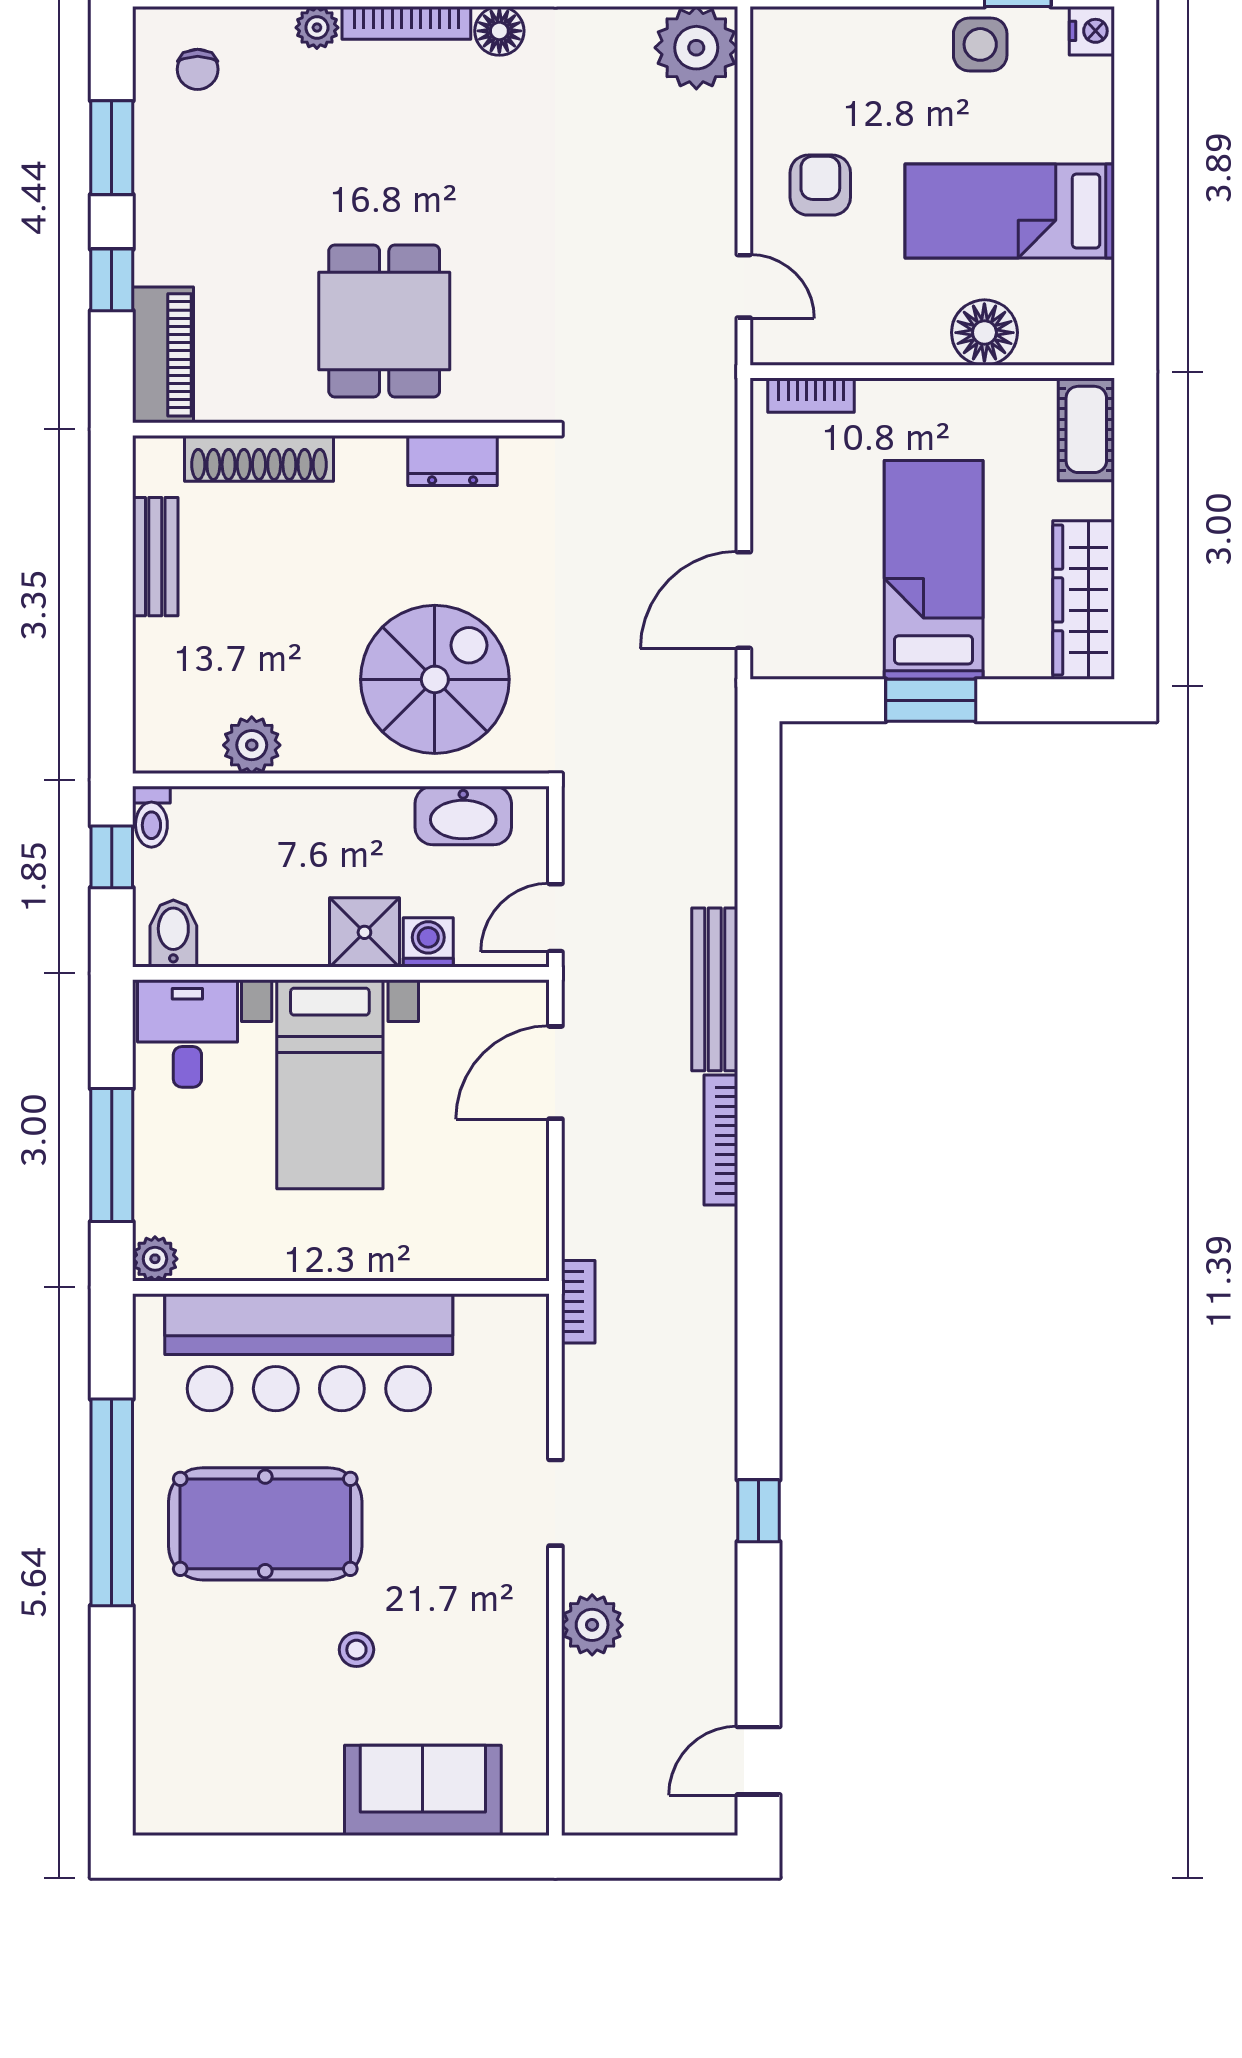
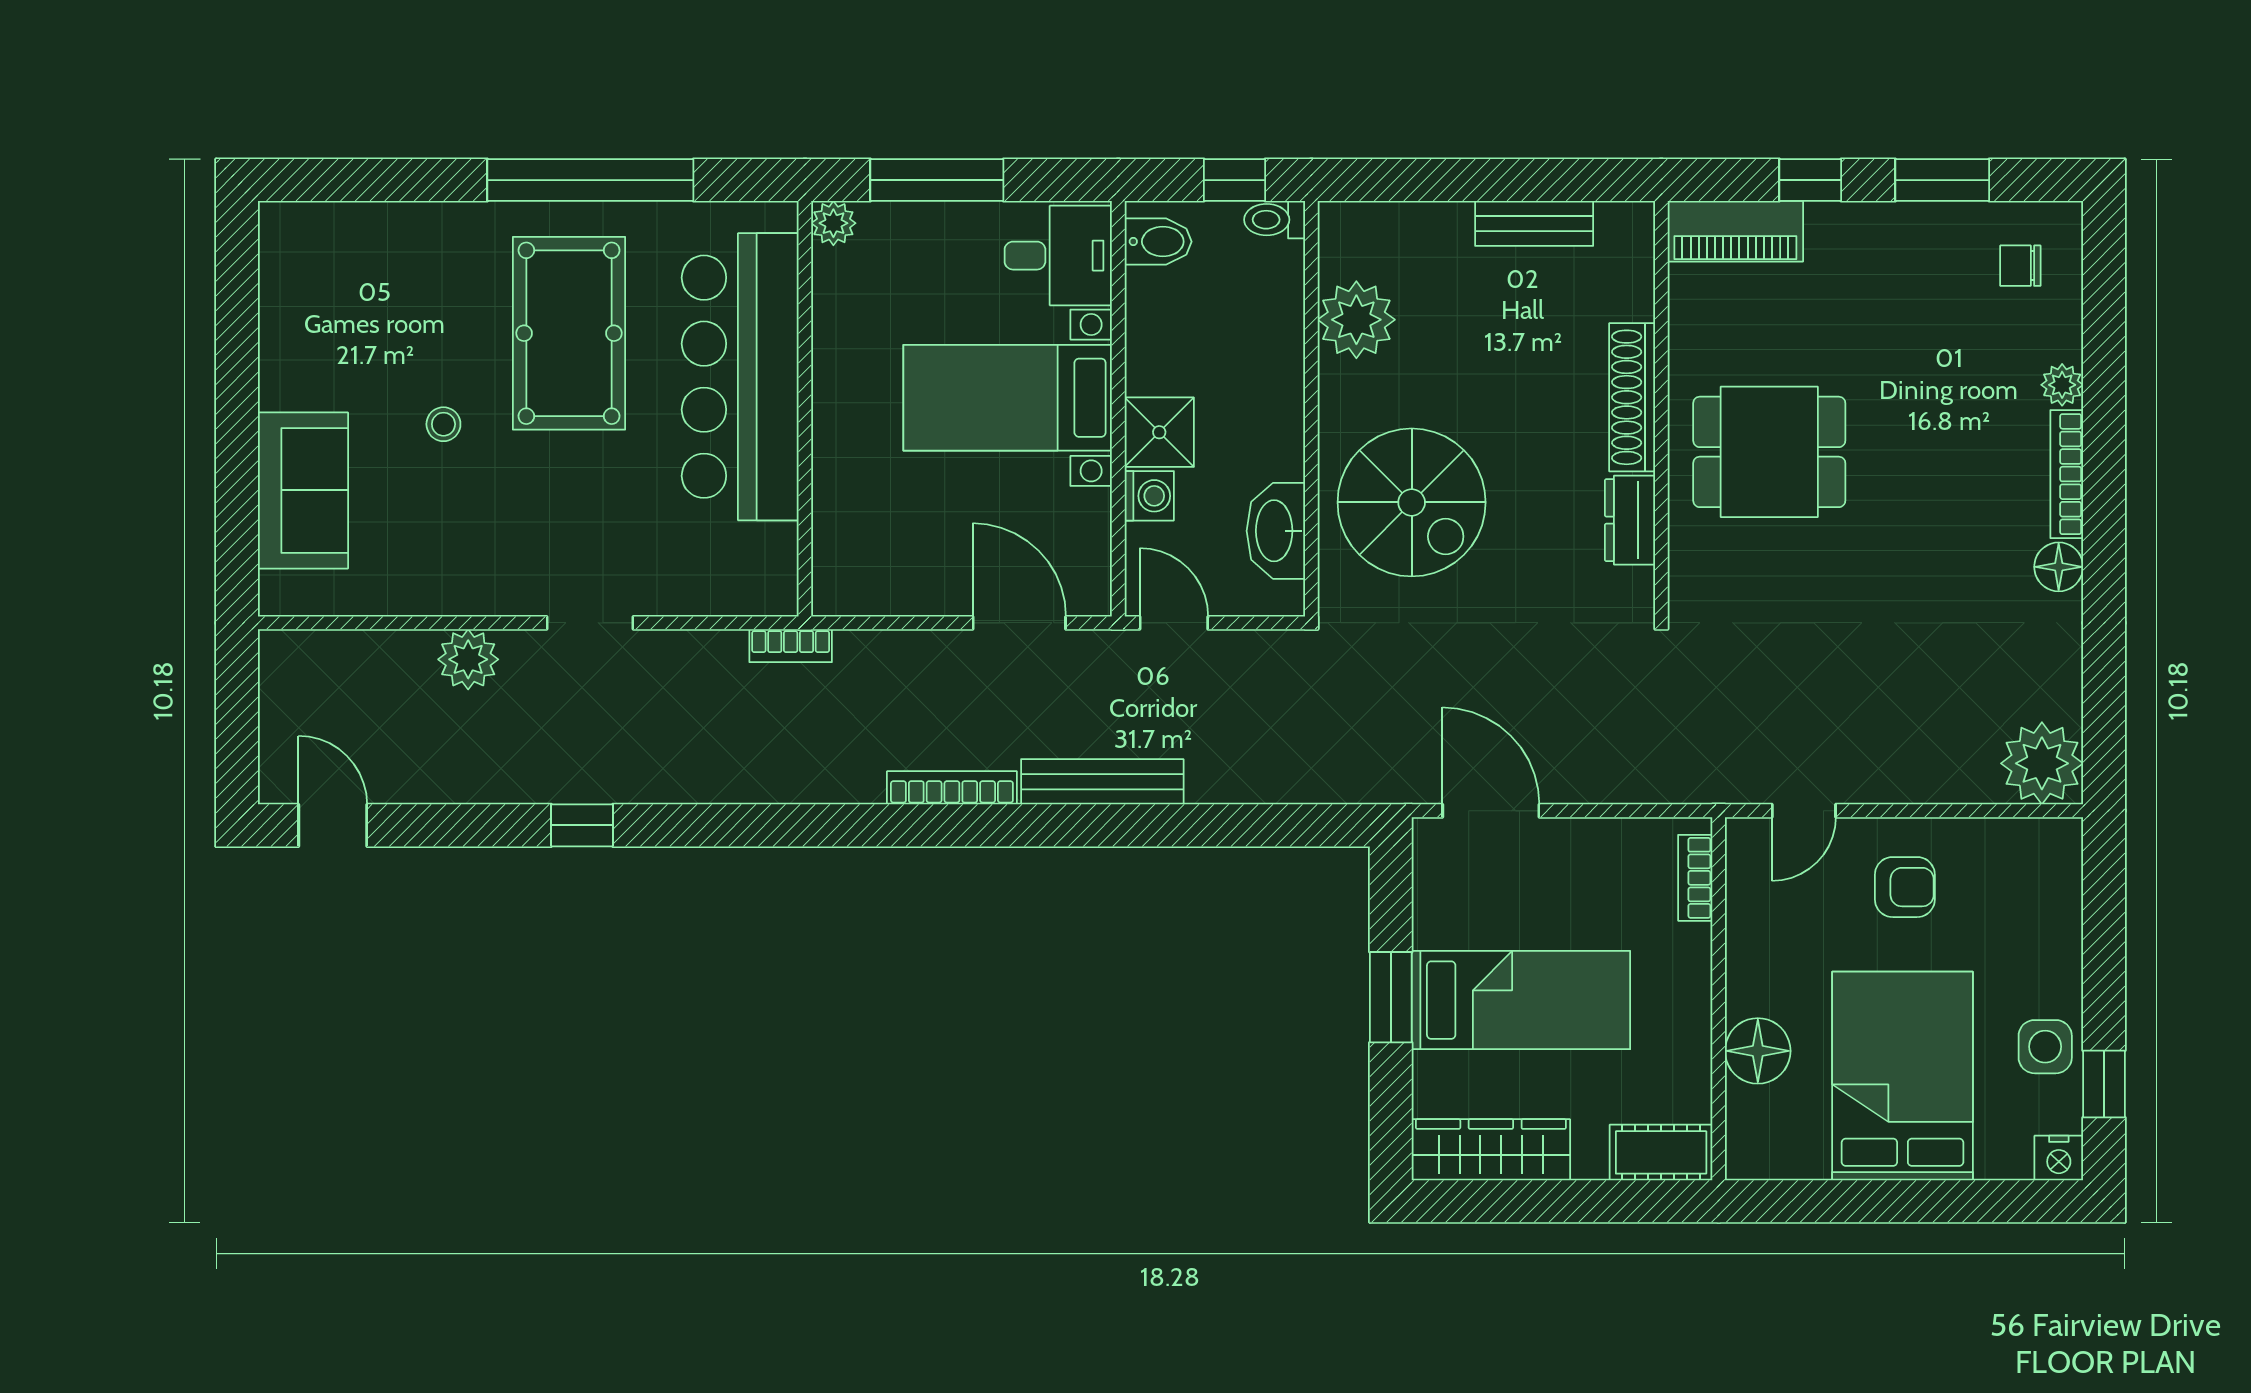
bed: (1010, 211) -> (1902, 1076), width x1.50
shoe rack: (259, 458) -> (1632, 397), moved
plant: (252, 745) -> (1356, 320), width x1.36, depth x1.36

